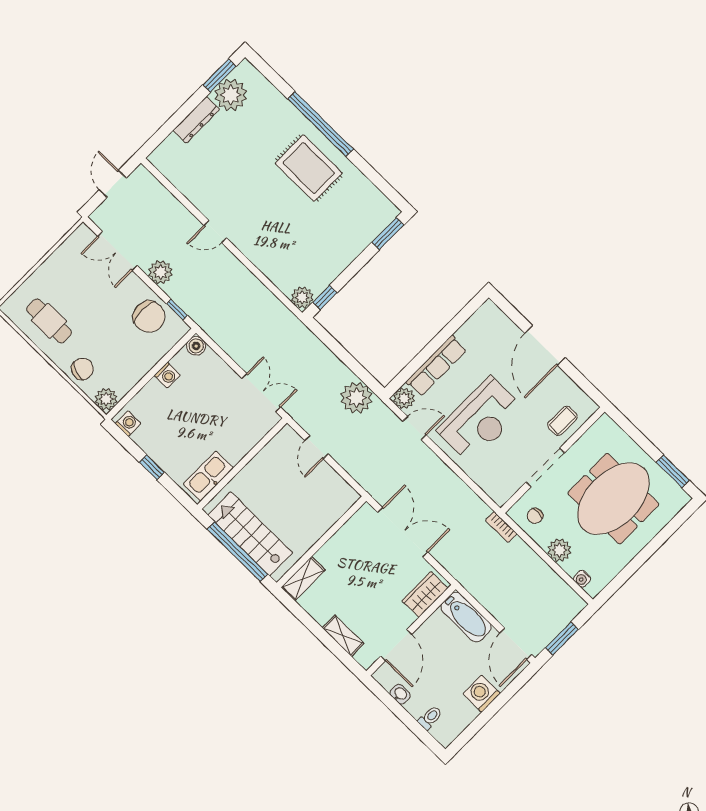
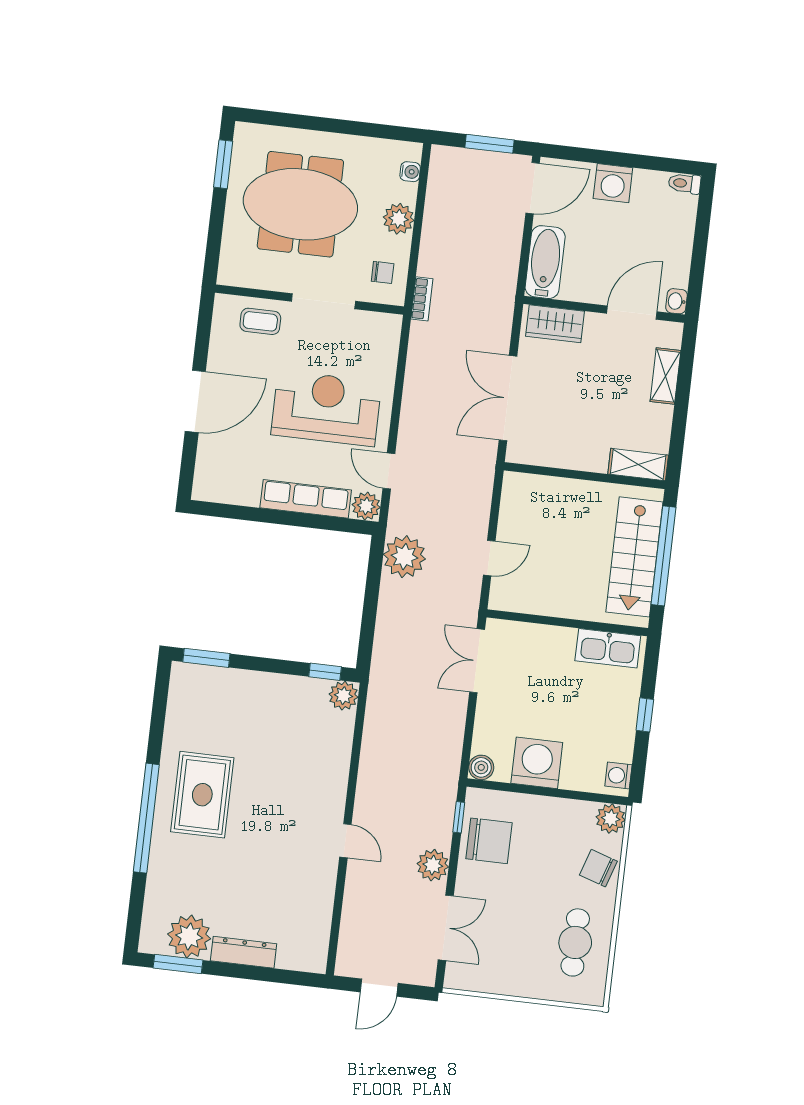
chair: (149, 317) -> (489, 841), turned 90
washing machine: (167, 375) -> (537, 763), width x1.89, depth x1.89
washbasin: (400, 694) -> (676, 301), moved
toilet: (430, 718) -> (684, 183), moved

